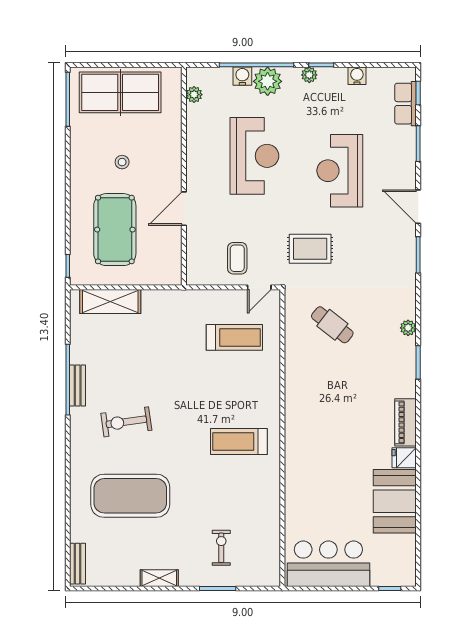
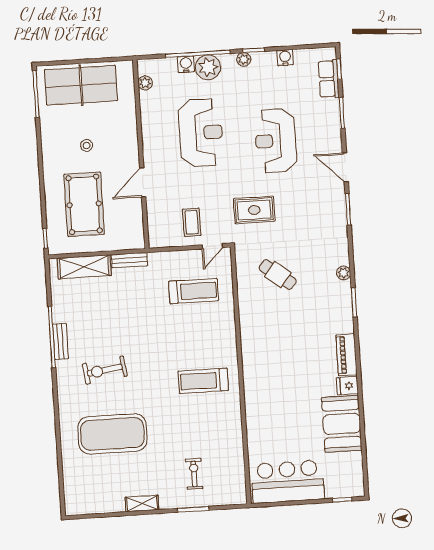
bench: (78, 564) -> (129, 260), moved, turned 90

